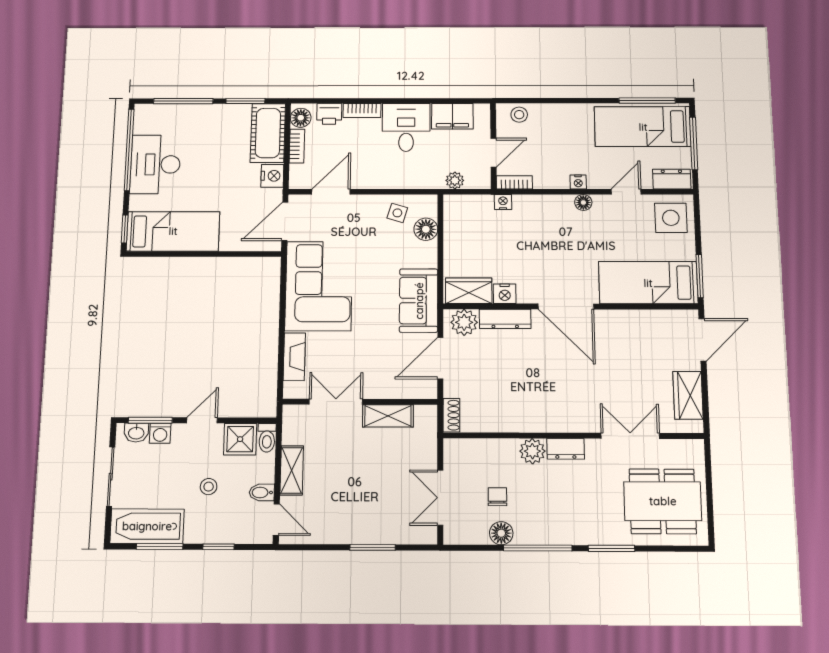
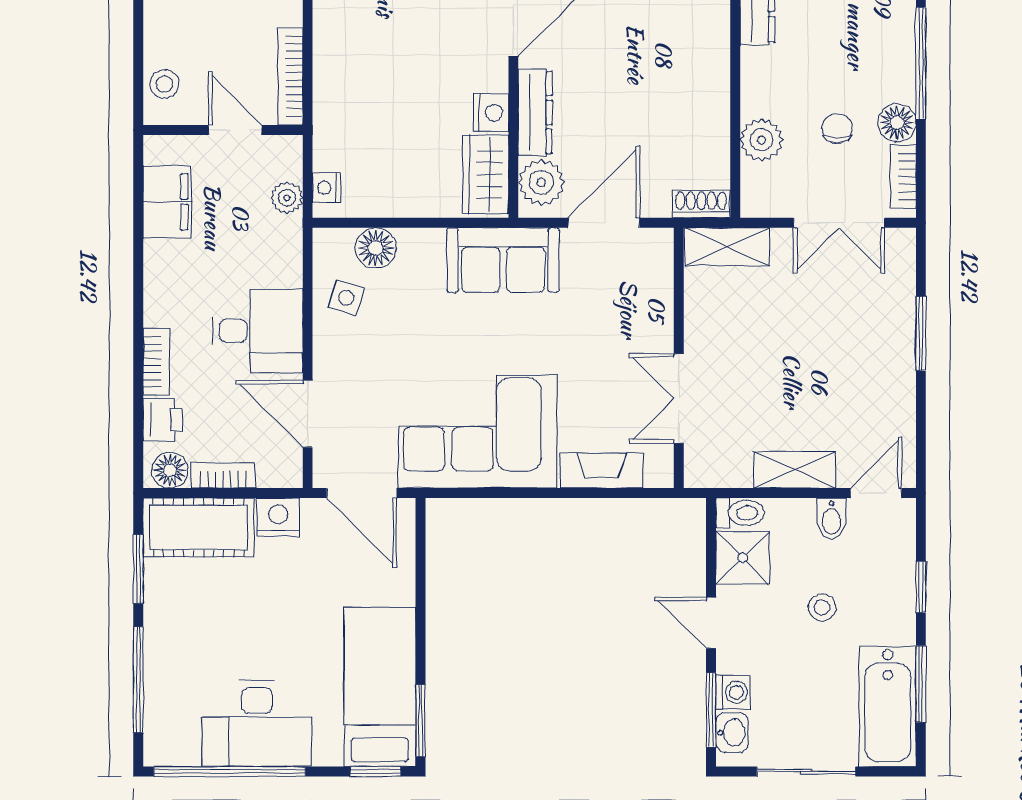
desk: (406, 127) -> (258, 331), moved, turned 180
bookcase: (514, 182) -> (290, 76), width x1.56
nightstand: (503, 202) -> (326, 188), moved
window: (153, 254) -> (421, 721), added
door: (440, 358) -> (604, 223), swing flipped
shelving: (388, 416) -> (727, 247), moved, turned 90
plant: (532, 451) -> (761, 140), moved
chair: (497, 497) -> (837, 128), turned 90
bookcase: (468, 537) -> (903, 177), added

